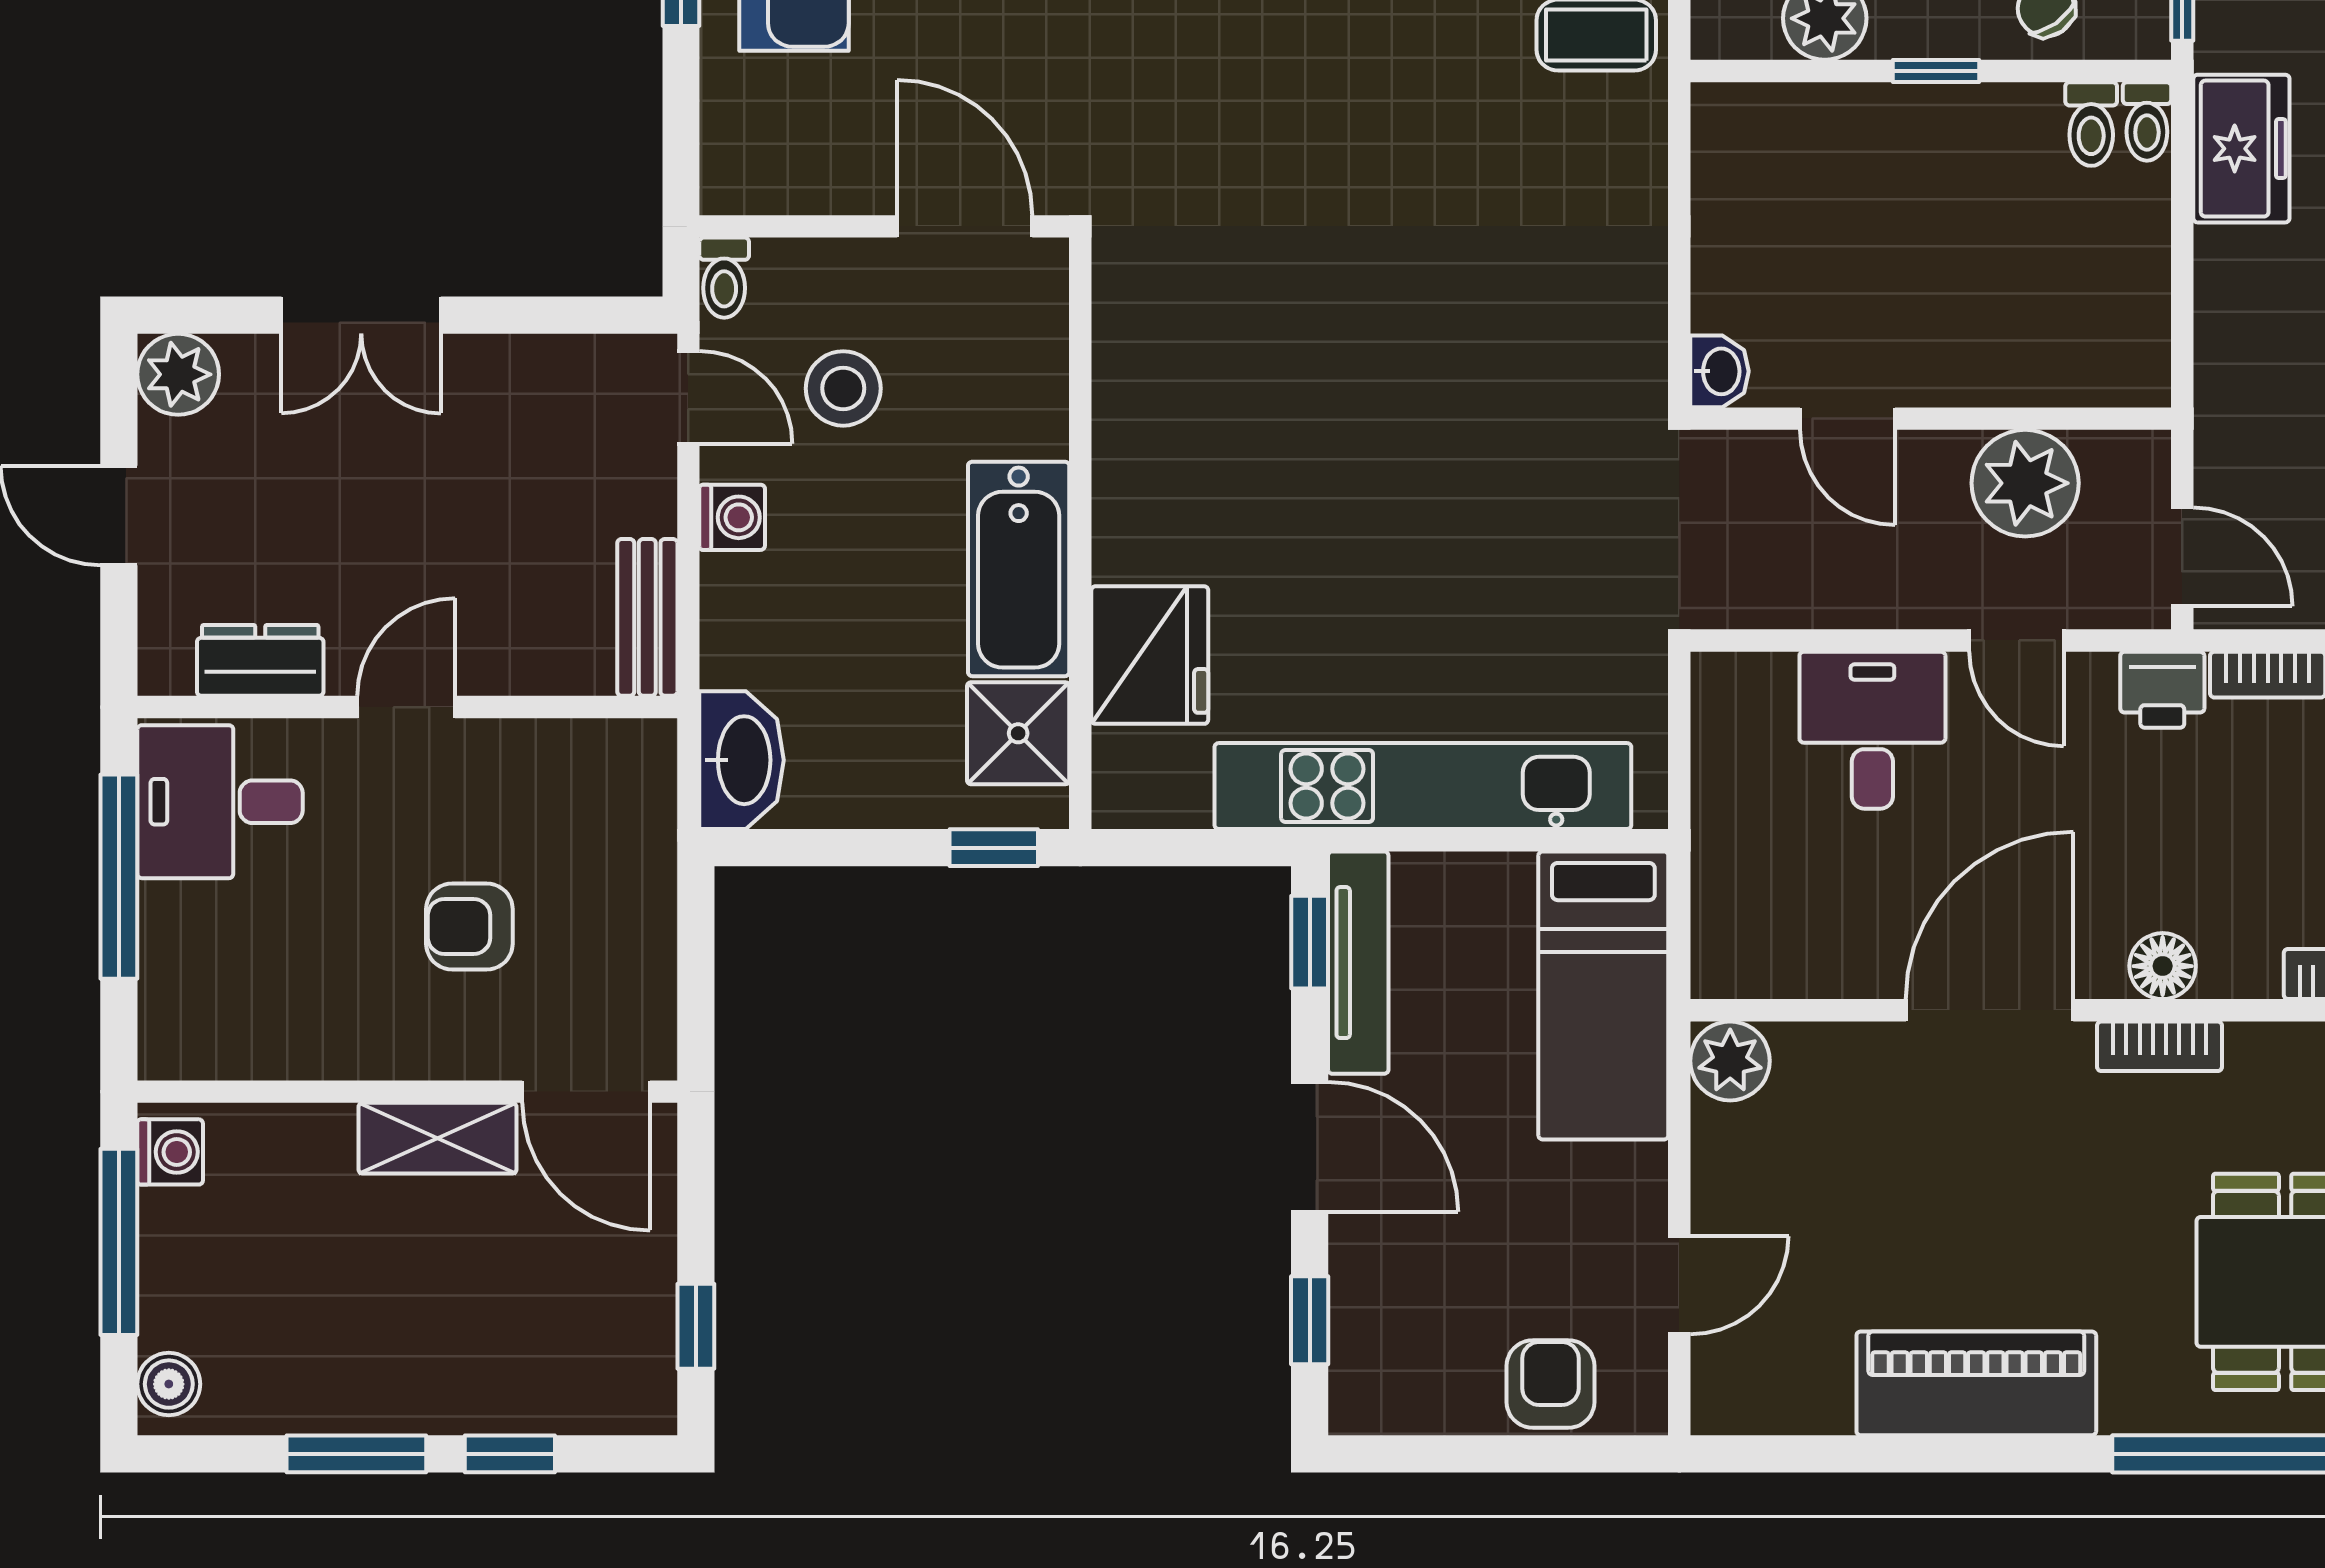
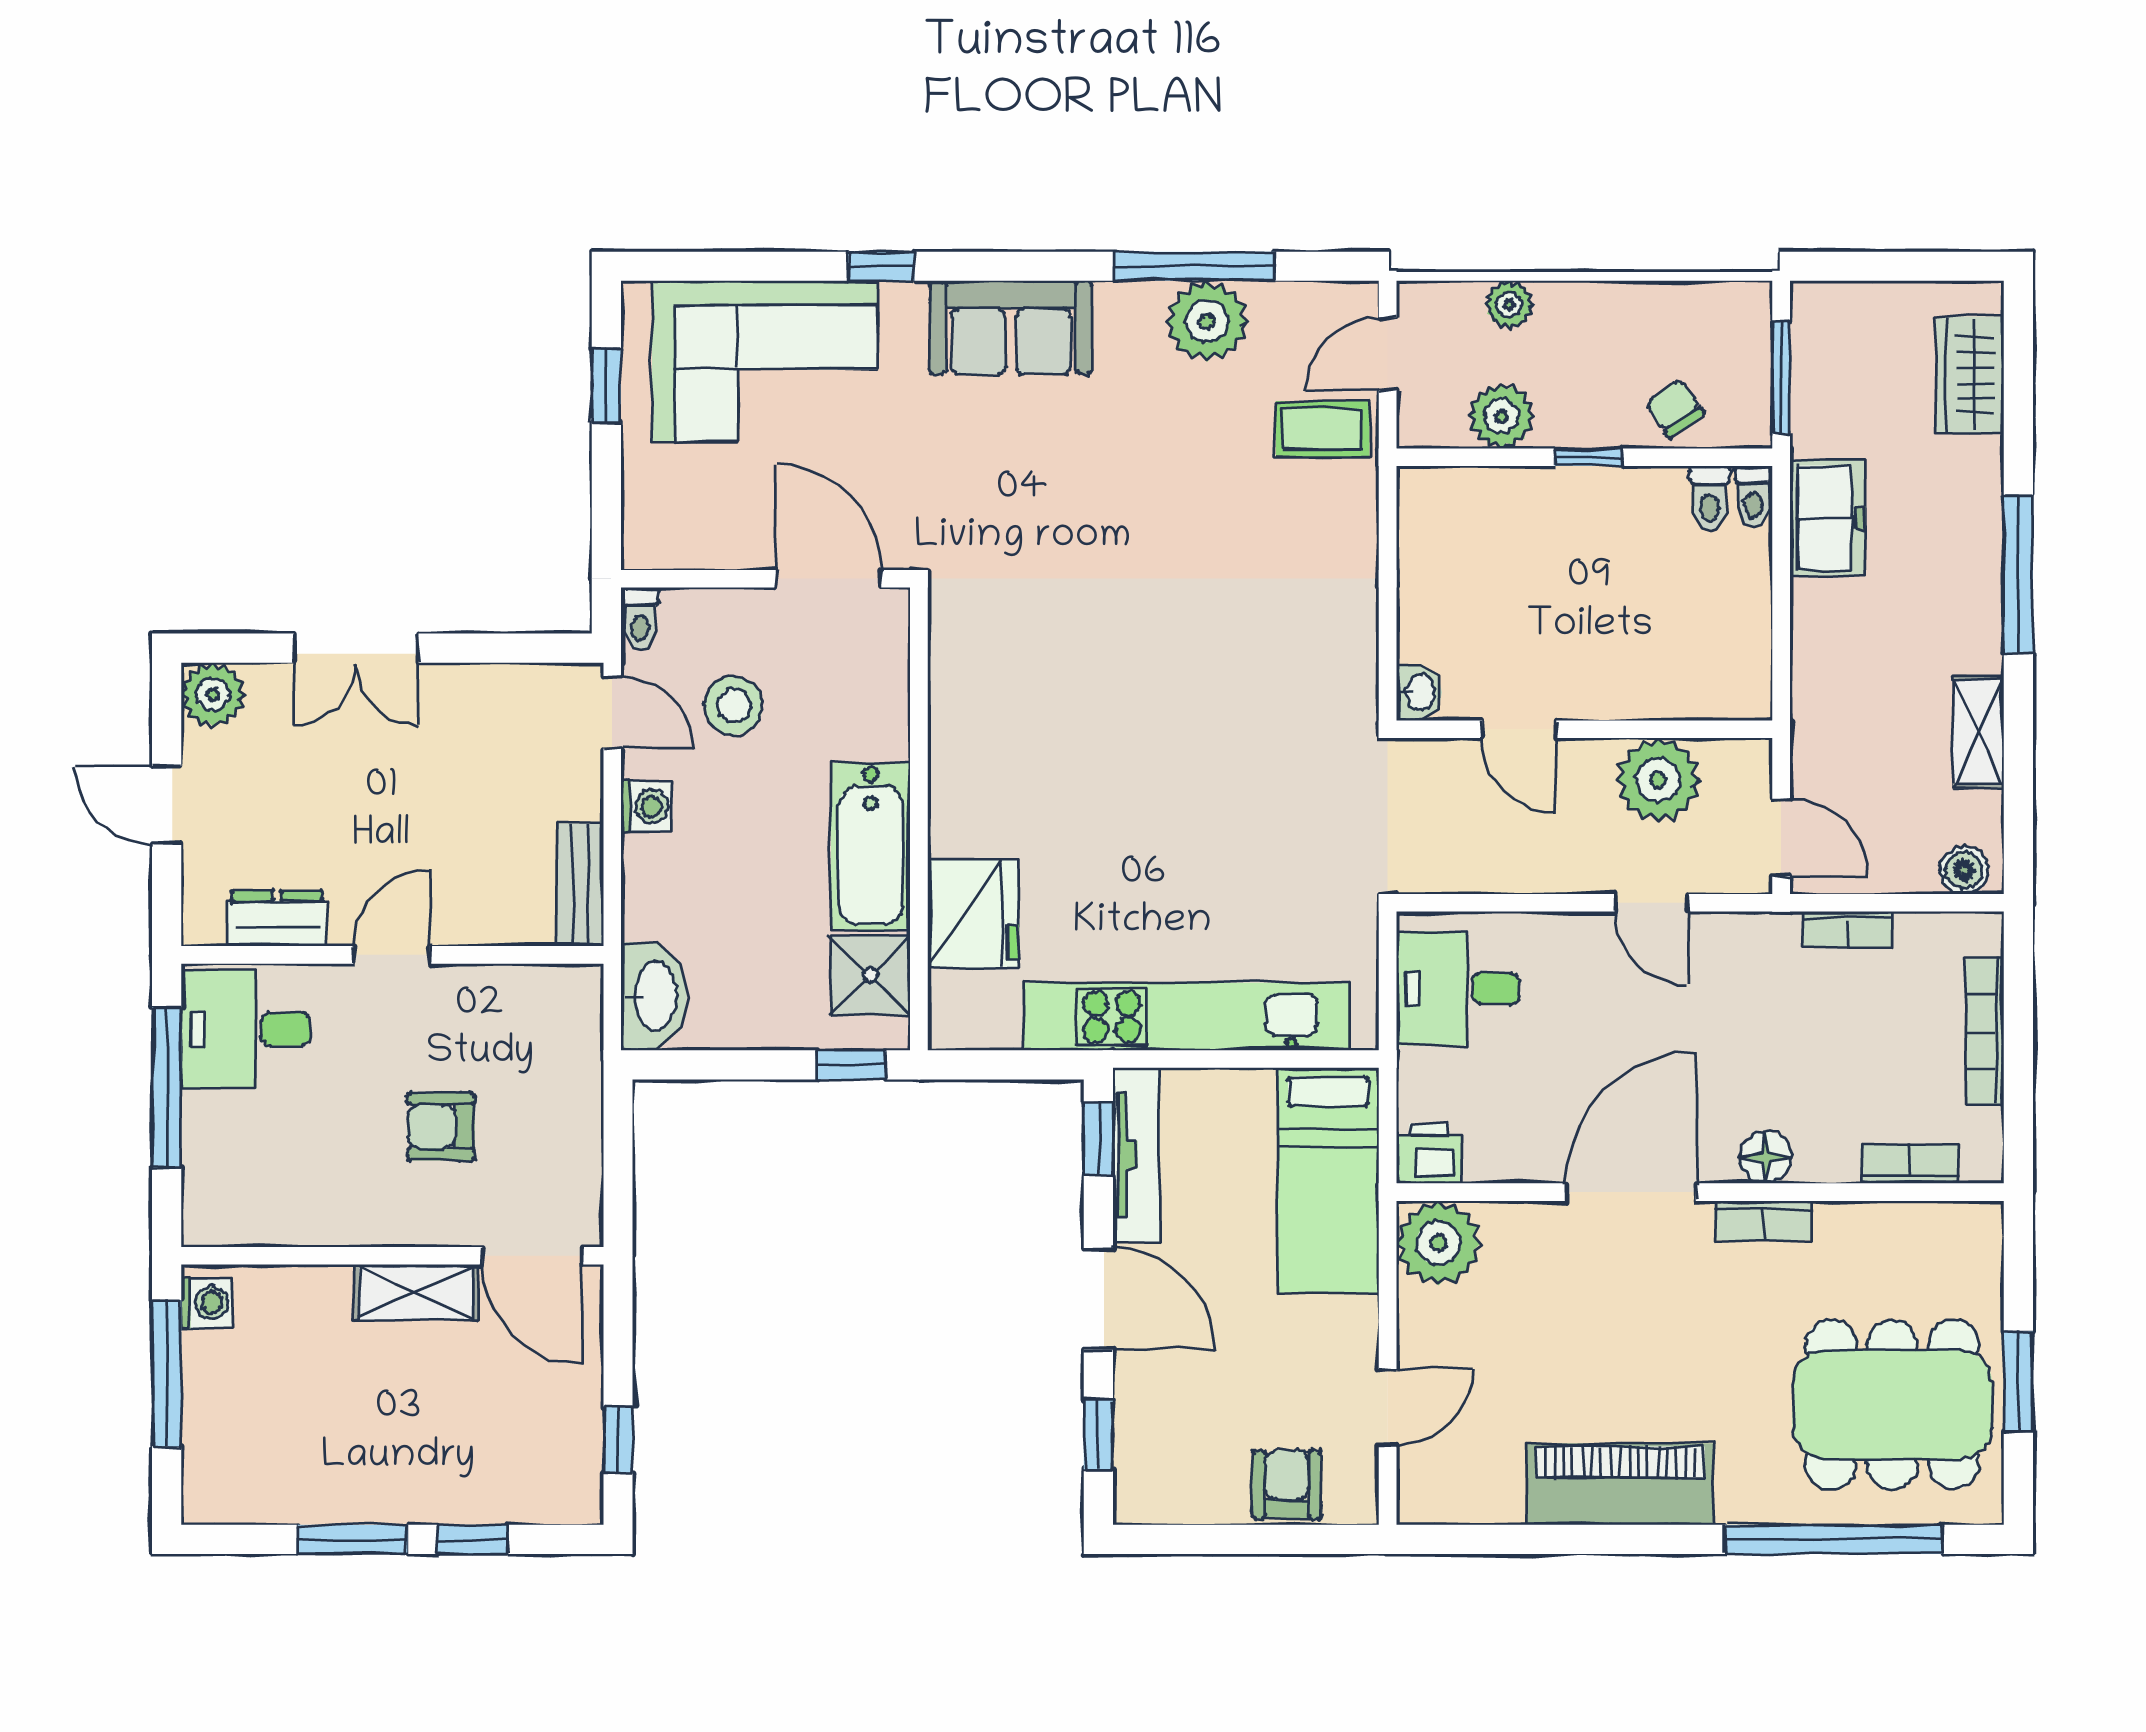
printer: (2162, 690) -> (1429, 1154), moved, turned 180
desk: (1872, 730) -> (1458, 988), moved, turned -90
plant: (1730, 1061) -> (1439, 1243), width x1.36, depth x1.36
boiler: (169, 1384) -> (206, 1485), removed

